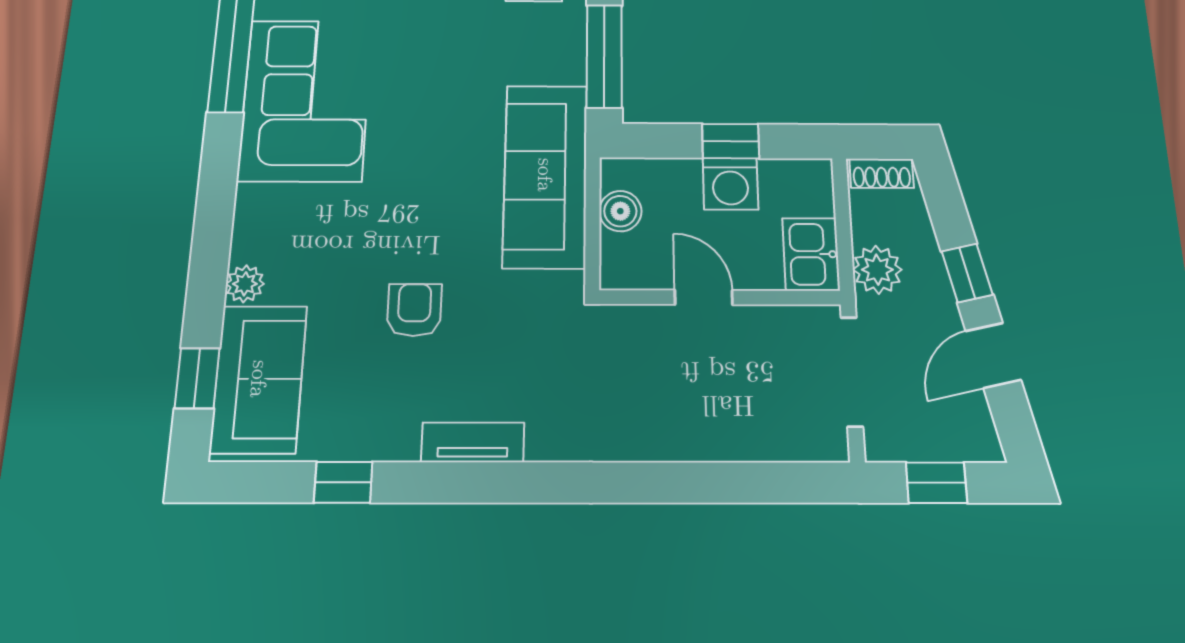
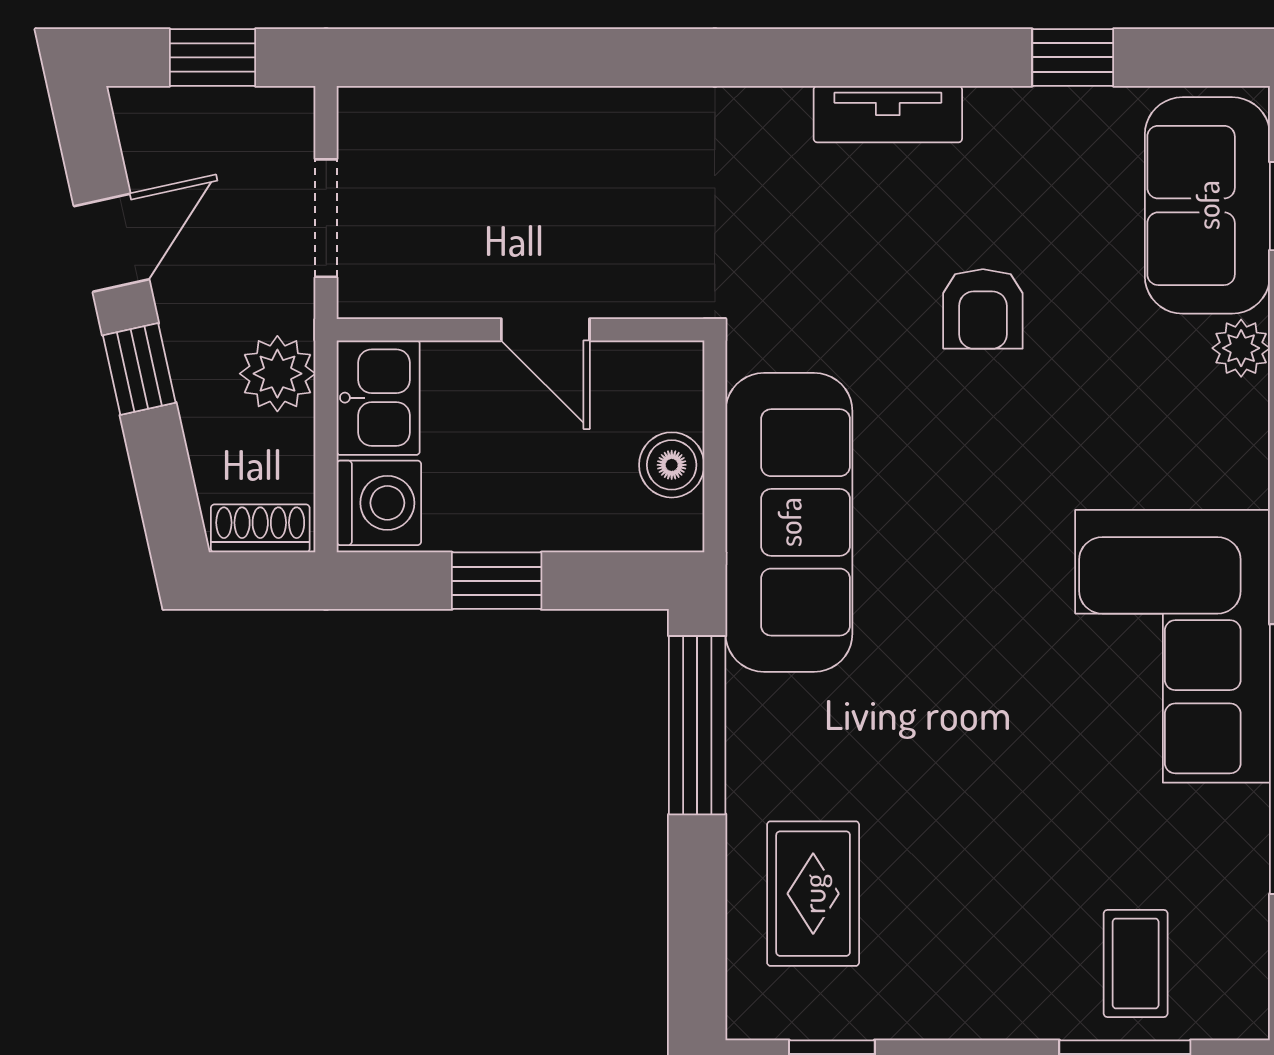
washing machine: (730, 184) -> (379, 503), moved, turned 90
doorway: (852, 371) -> (326, 218), width x0.73

